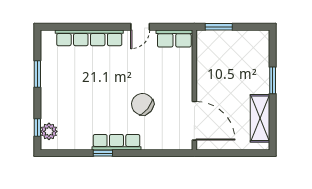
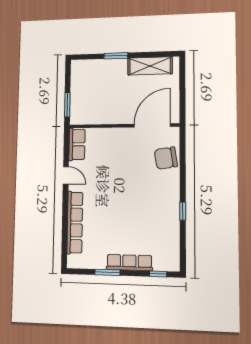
chair: (143, 104) -> (166, 158), moved, turned 42
plant: (49, 131) -> (162, 263), removed
row of seats: (116, 142) -> (129, 262), moved, turned 90

